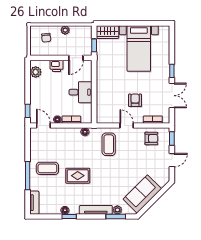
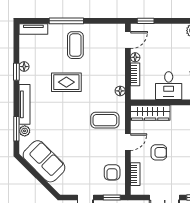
wardrobe: (103, 107) -> (150, 113), added
rug: (78, 176) -> (66, 82), turned 90

